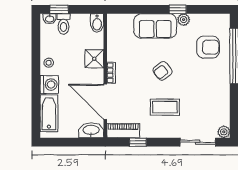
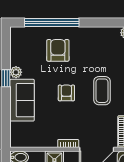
armchair: (208, 47) -> (58, 50), moved
armchair: (163, 71) -> (66, 93), turned -142

